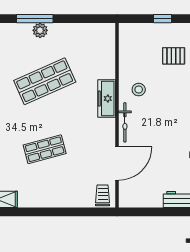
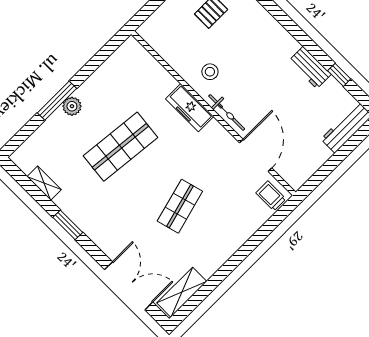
shop shelf: (45, 81) -> (120, 147), turned 30

